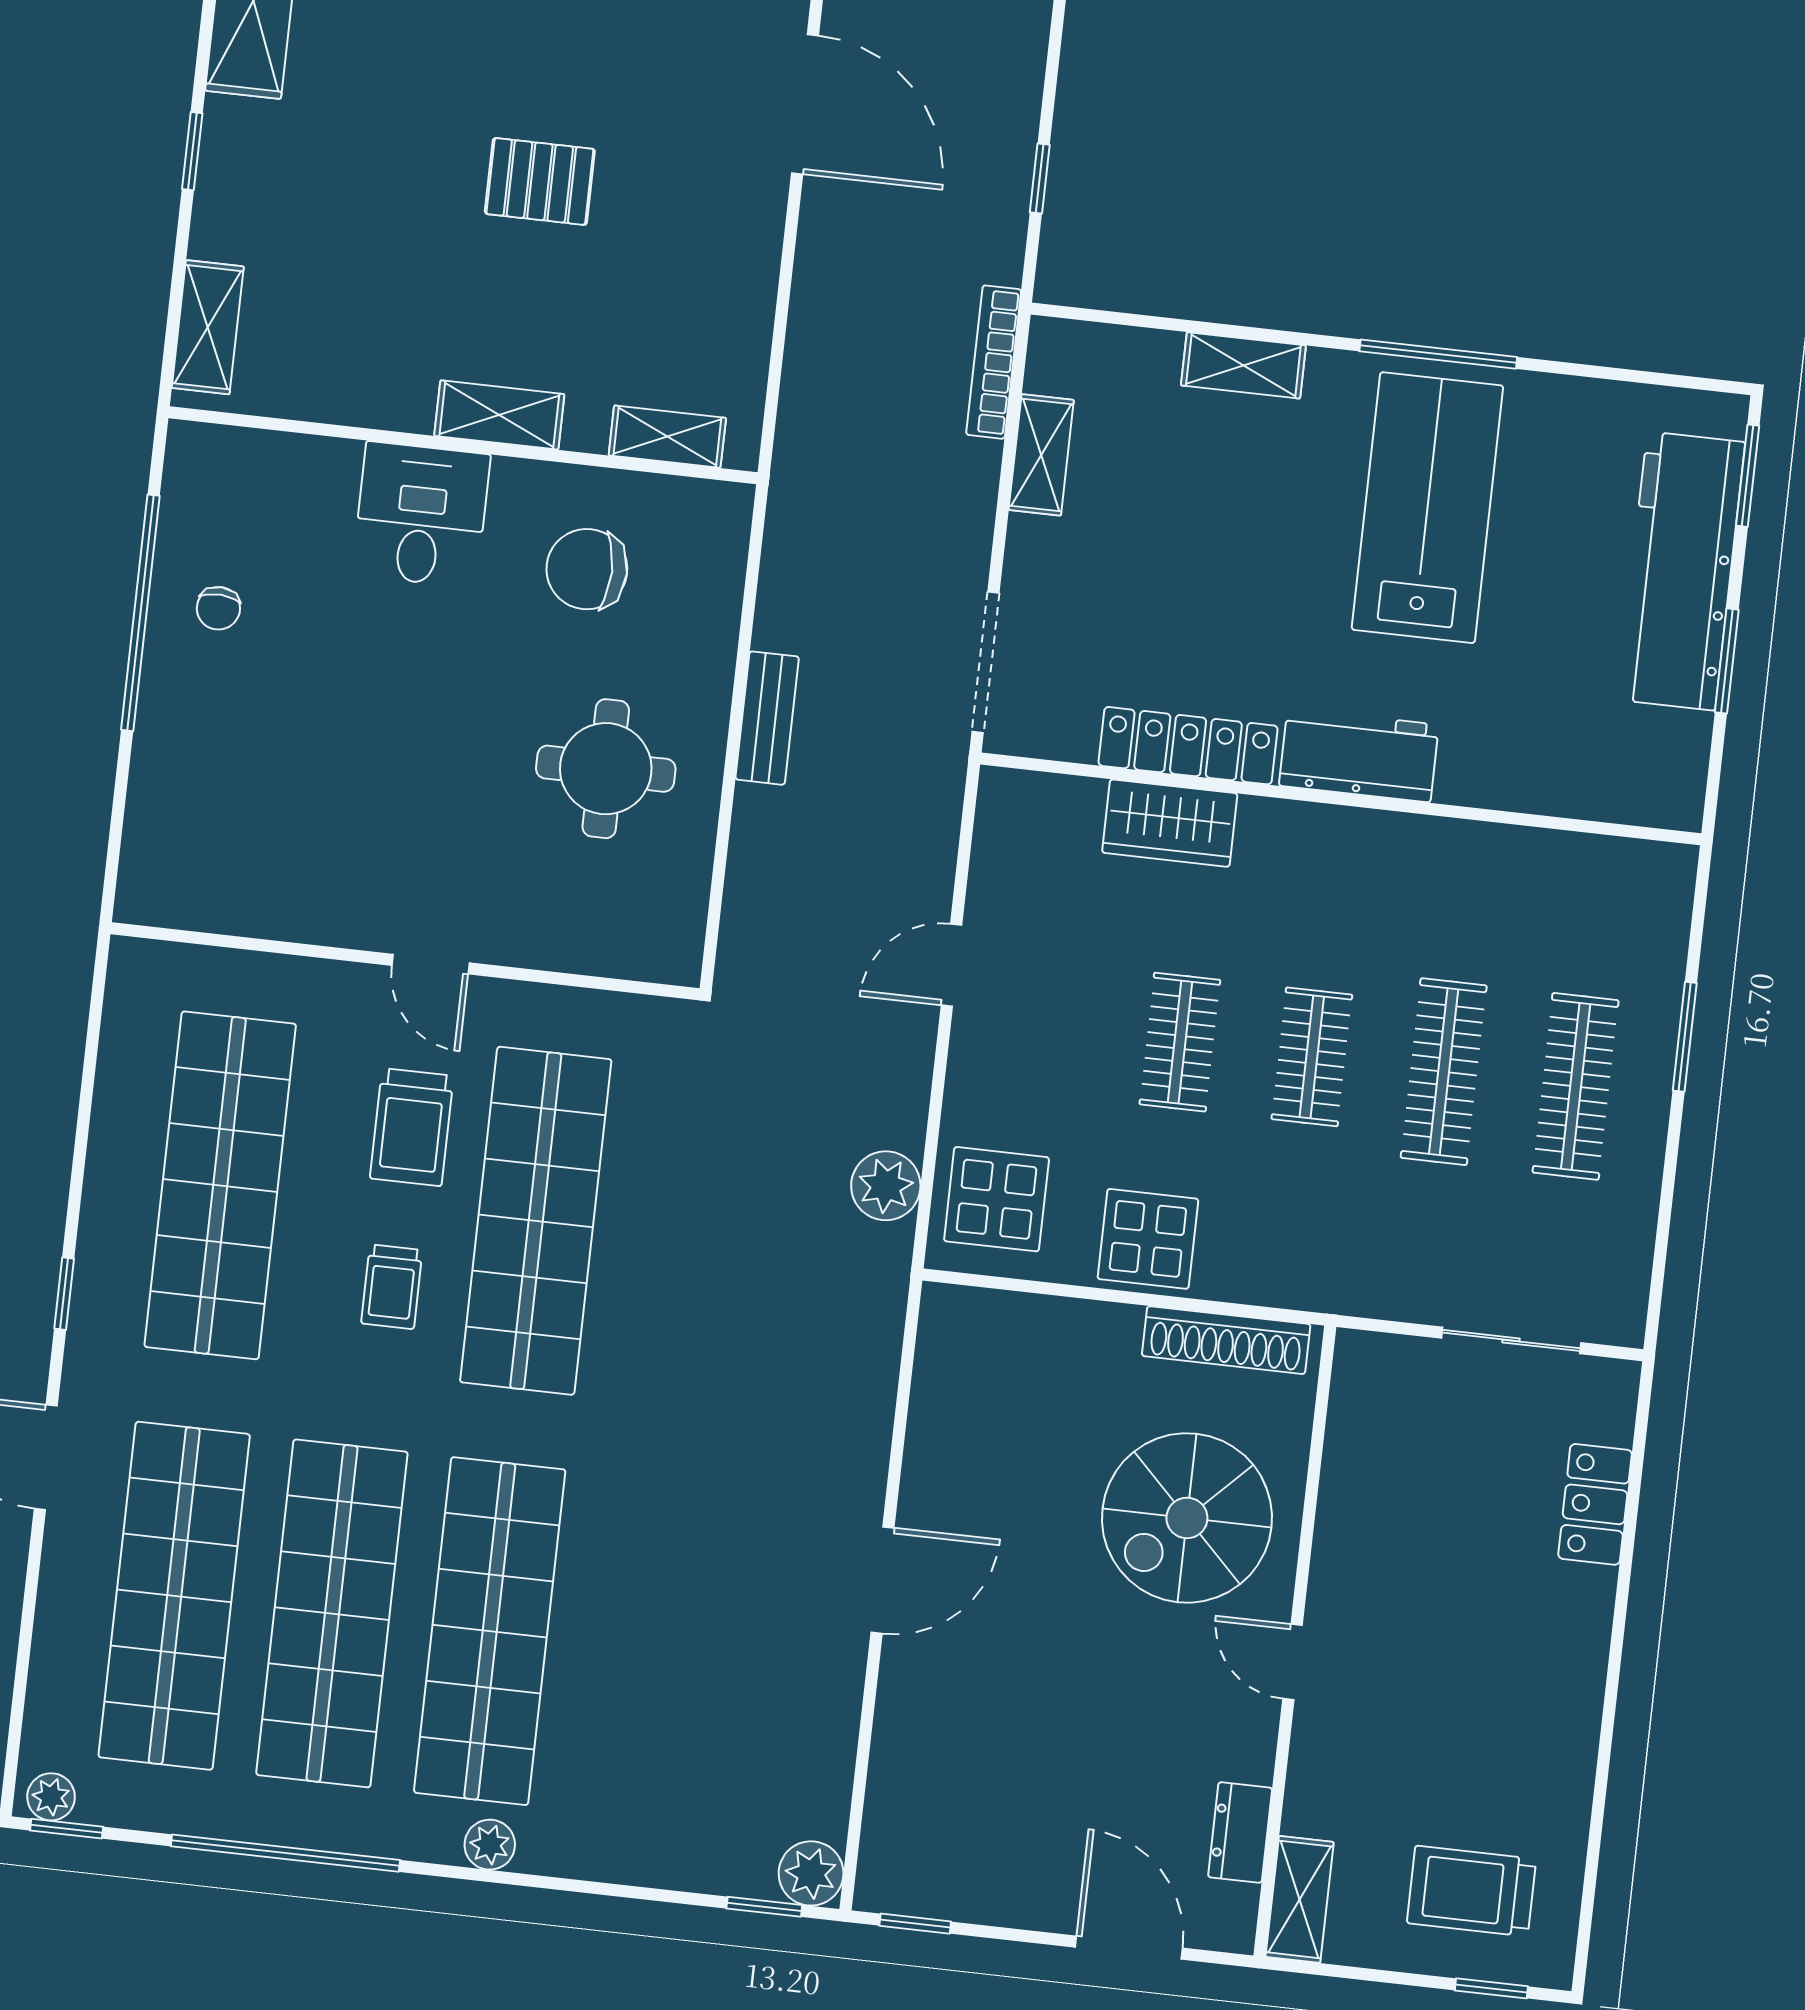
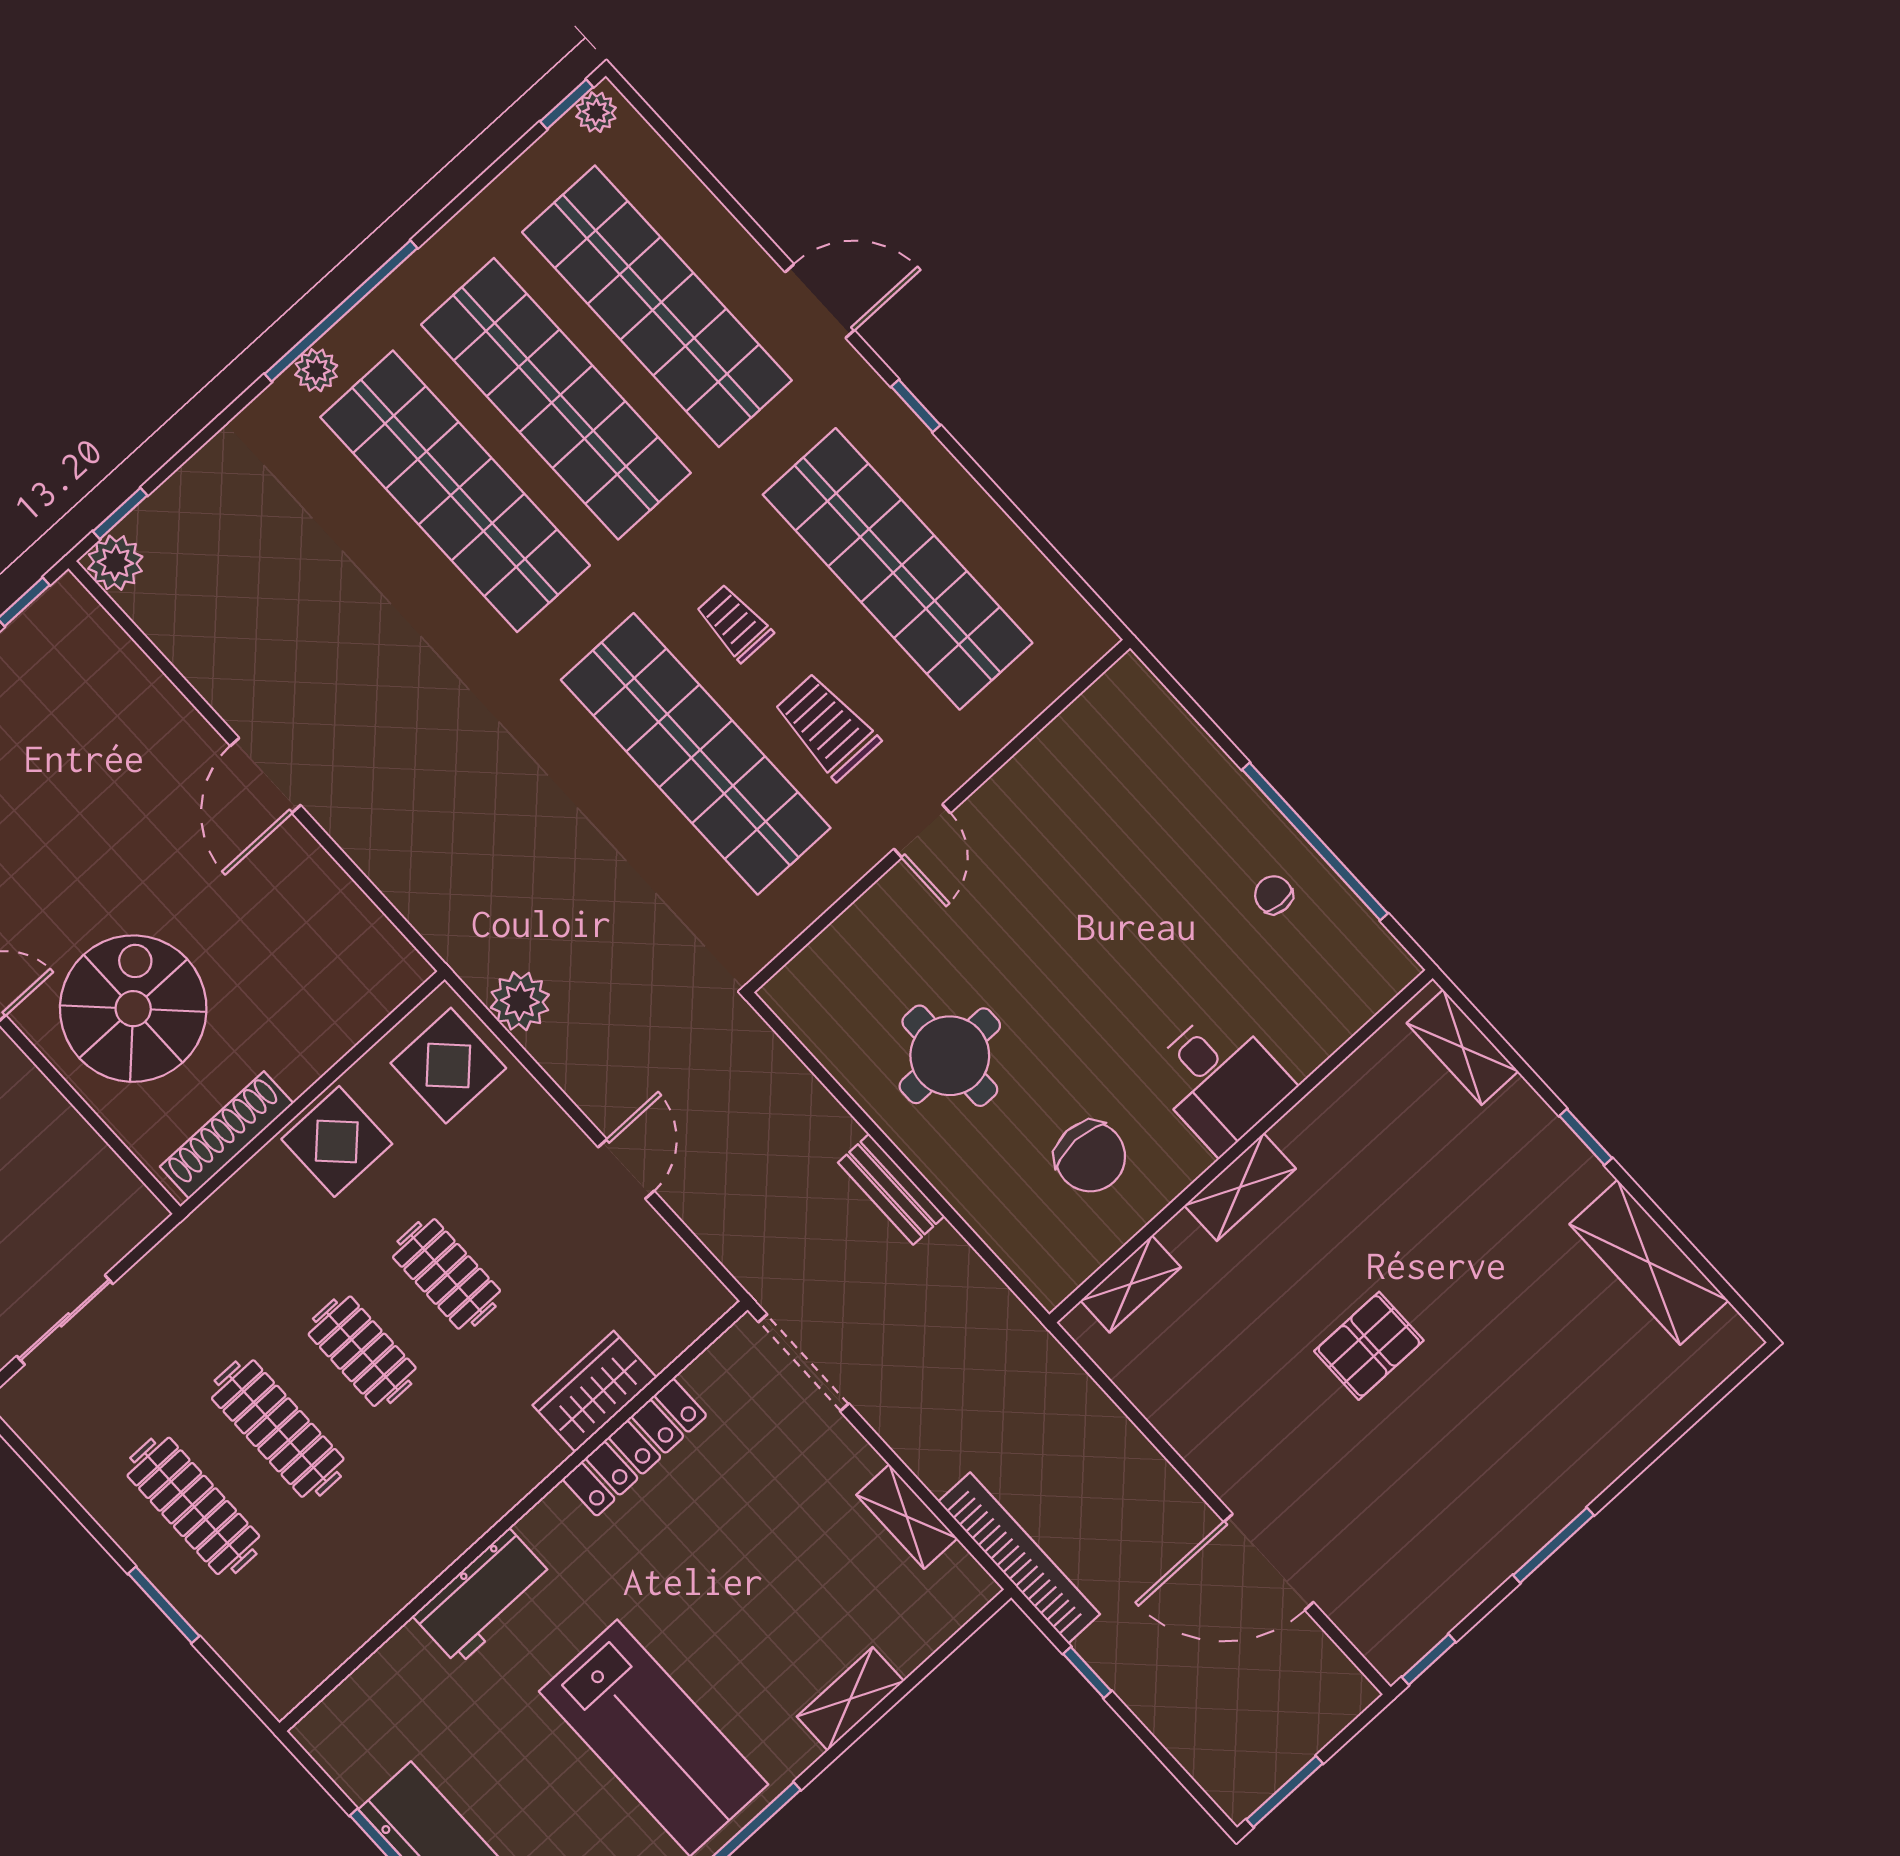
bookcase: (994, 362) -> (1019, 1558), width x1.48, depth x1.31
chair: (587, 569) -> (1090, 1157), turned 90
workbench: (1359, 755) -> (483, 1597), moved
door: (431, 964) -> (922, 831), swing flipped
window: (285, 1853) -> (341, 311), moved

